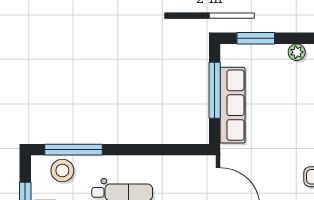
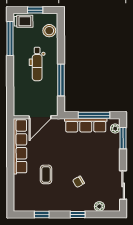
plant: (297, 52) -> (115, 129), moved
window: (73, 150) -> (61, 80), moved

